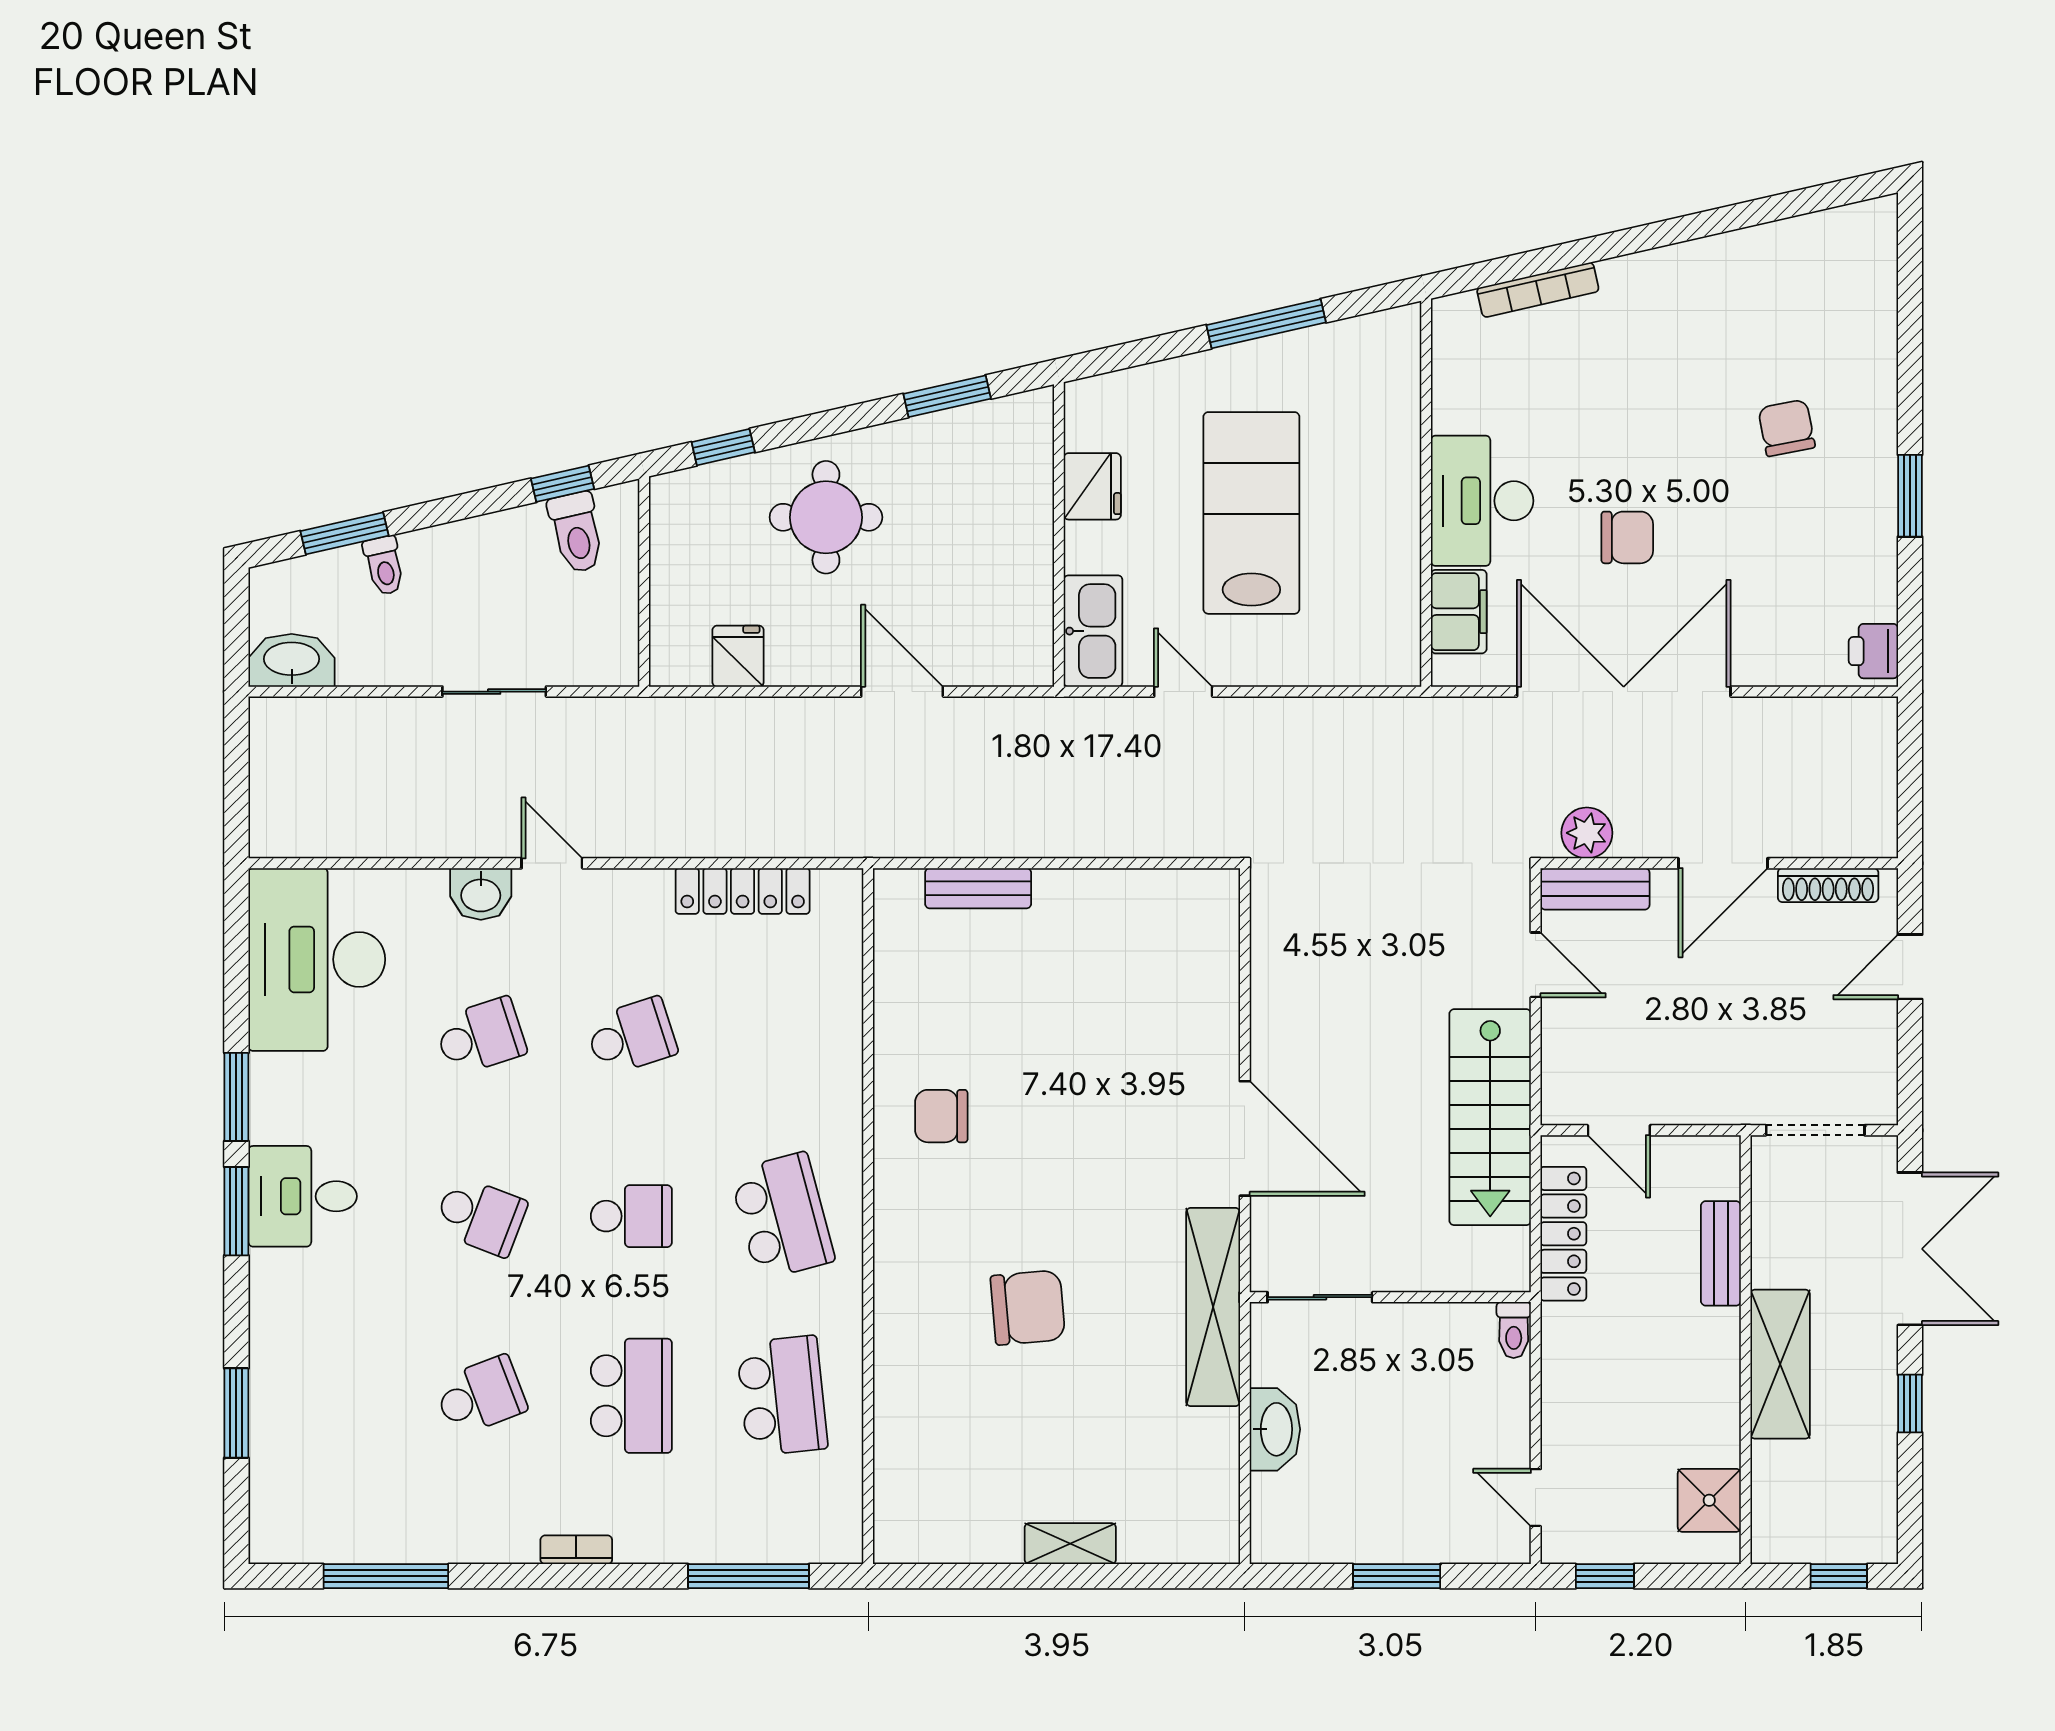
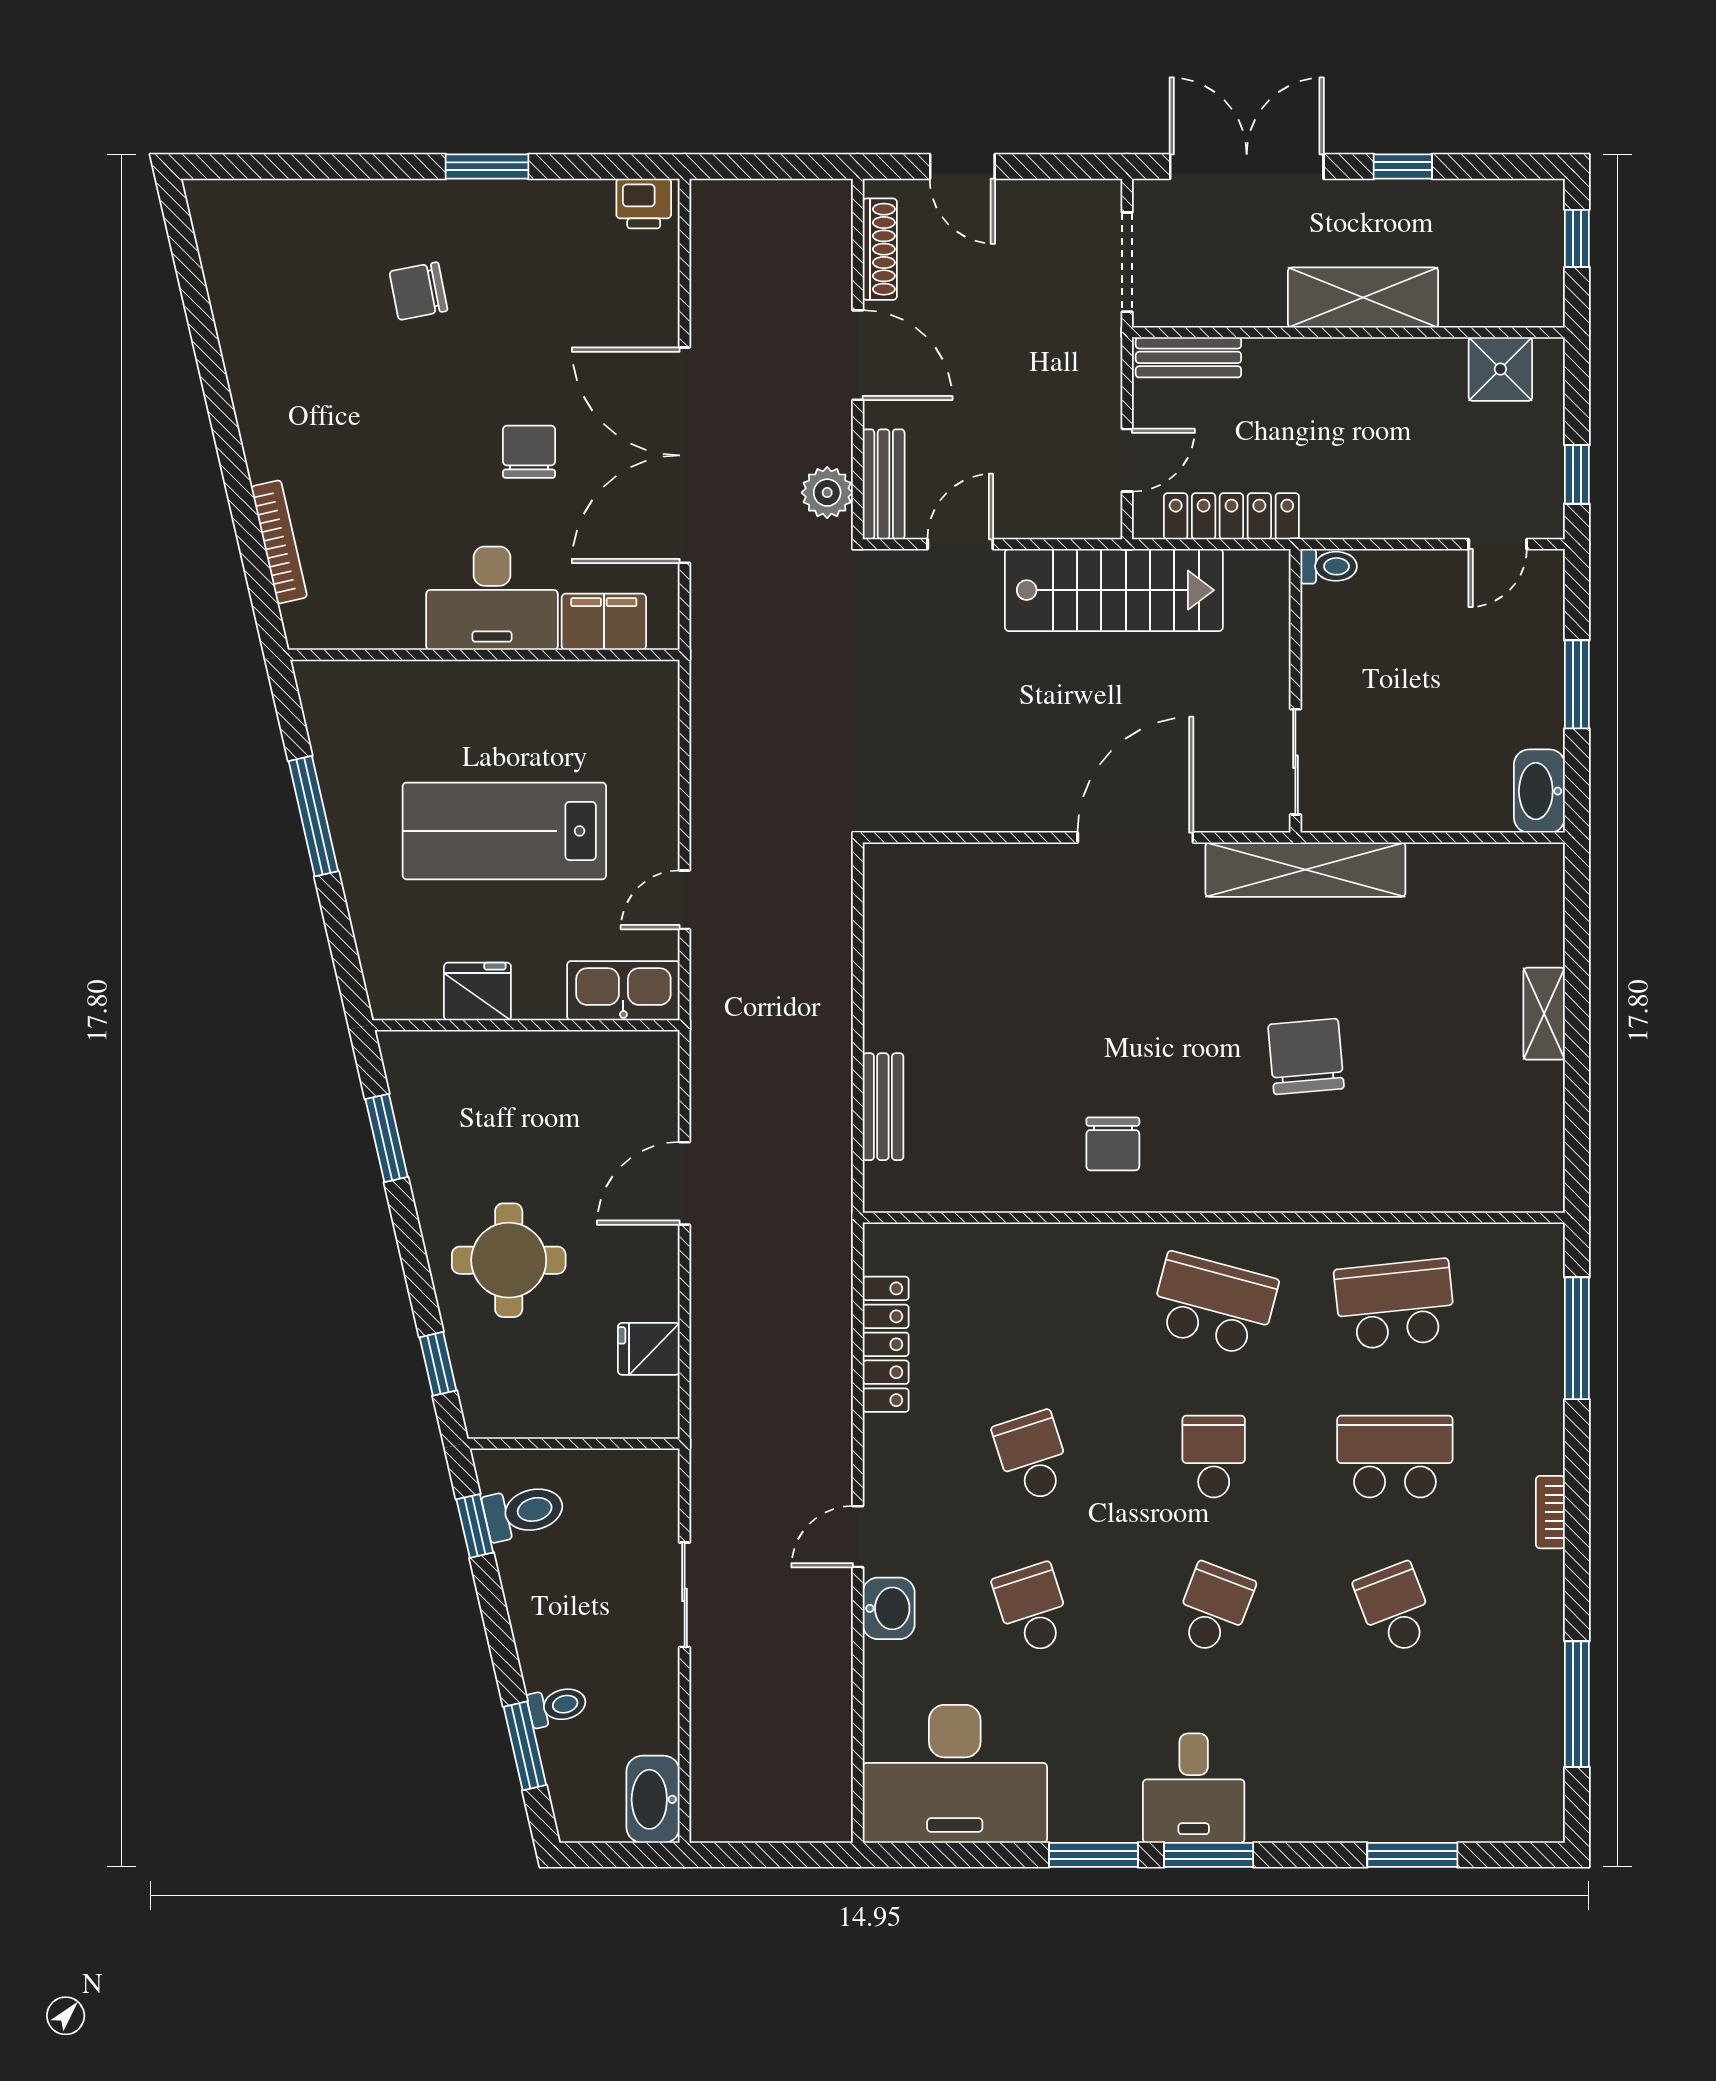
school desk: (782, 1216) -> (1214, 1304), turned 30
bench: (1721, 1253) -> (1188, 357), moved
washbasin: (1275, 1429) -> (1539, 791), moved, turned -90

